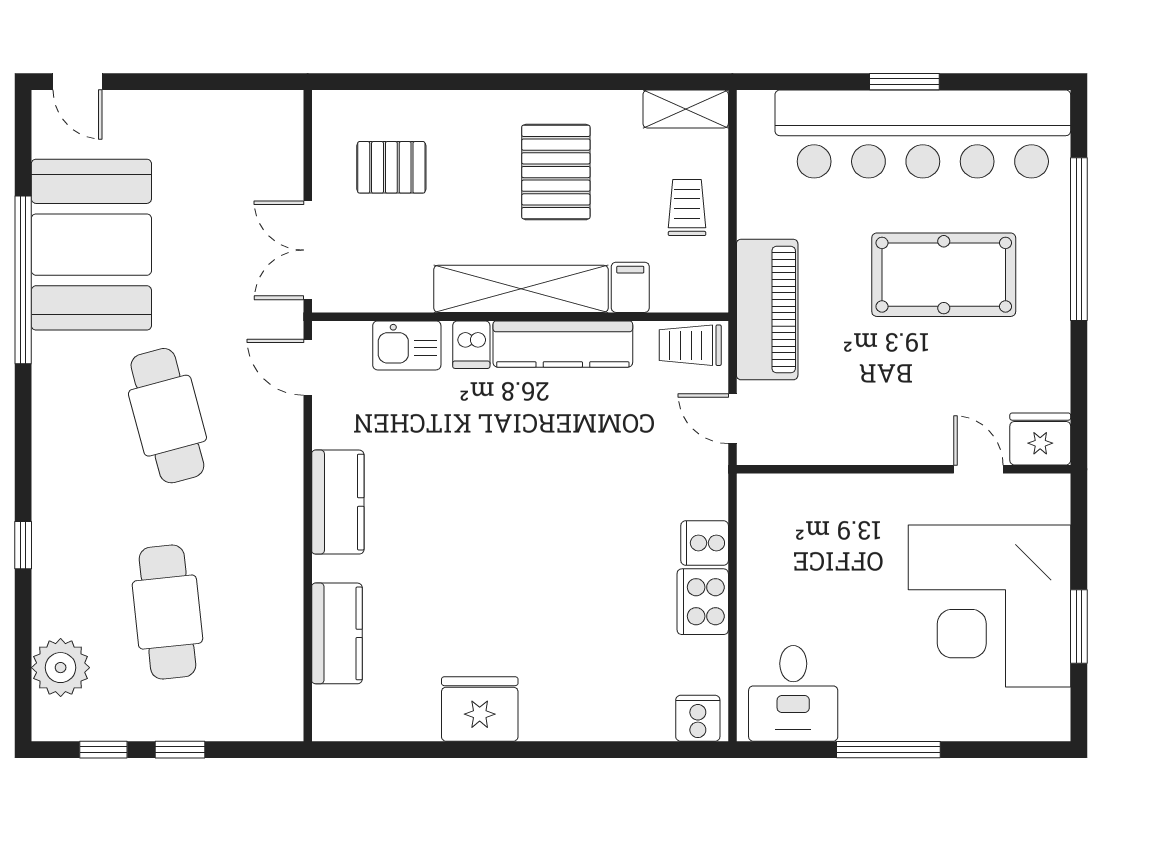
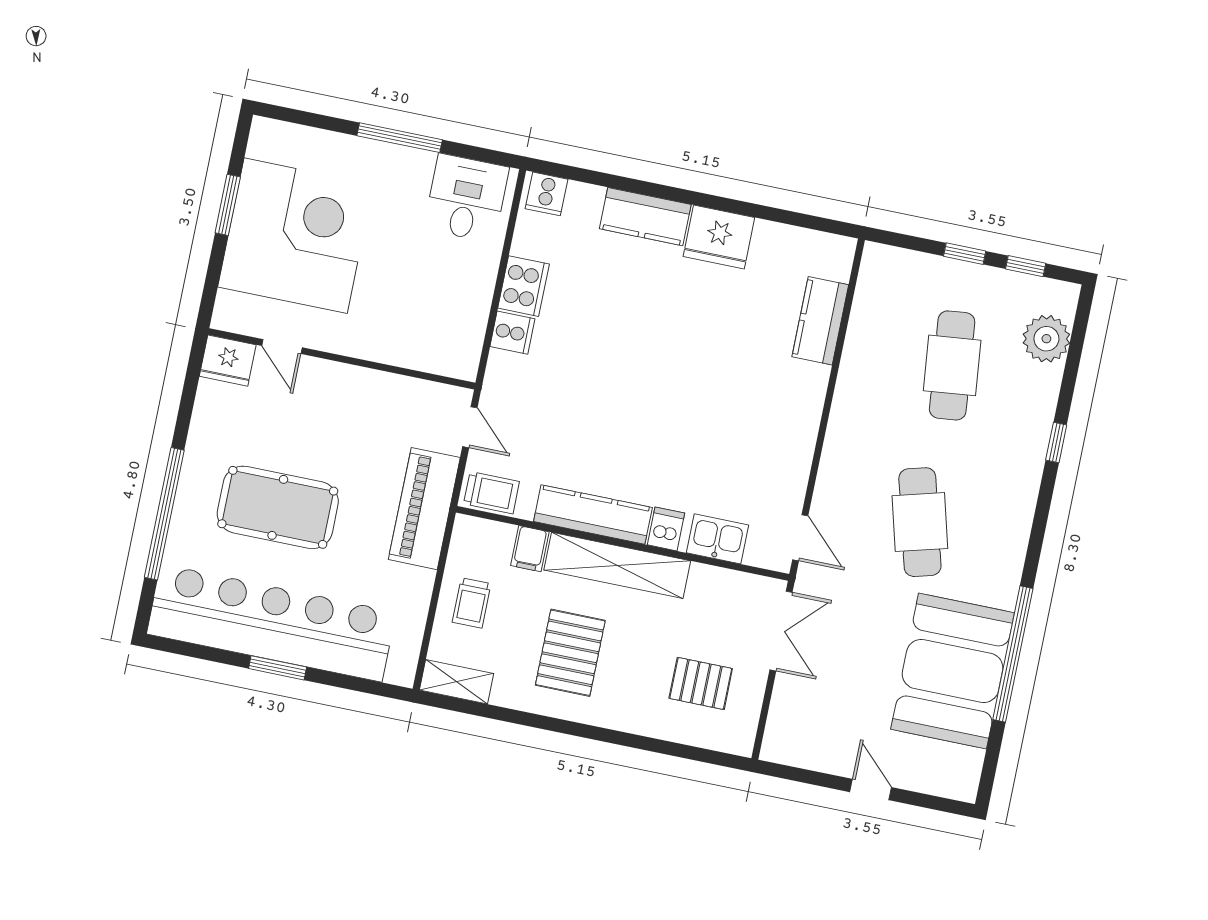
door: (77, 82) -> (871, 790), moved
kitchen counter: (338, 502) -> (645, 217), moved, turned -90

